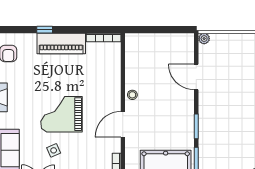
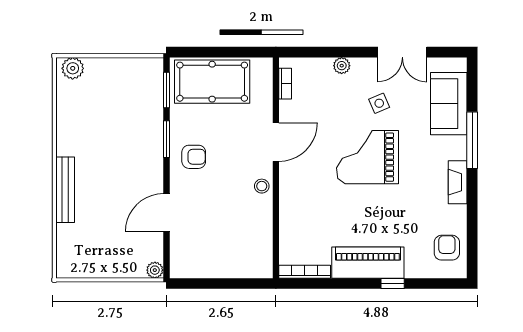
door: (196, 77) -> (166, 213), swing flipped
grand piano: (62, 114) -> (367, 157), turned 180
armchair: (178, 114) -> (194, 157), added

